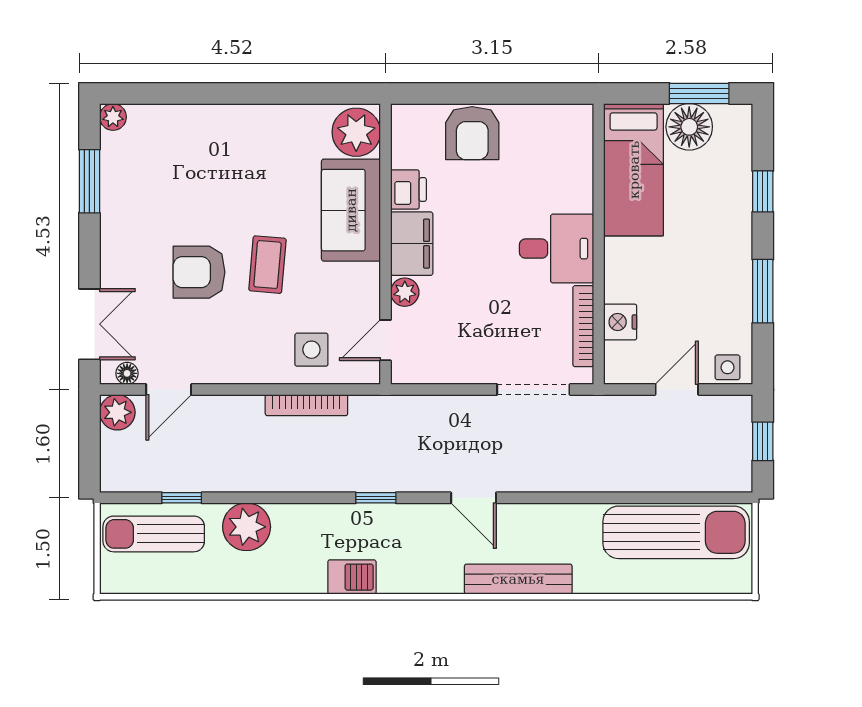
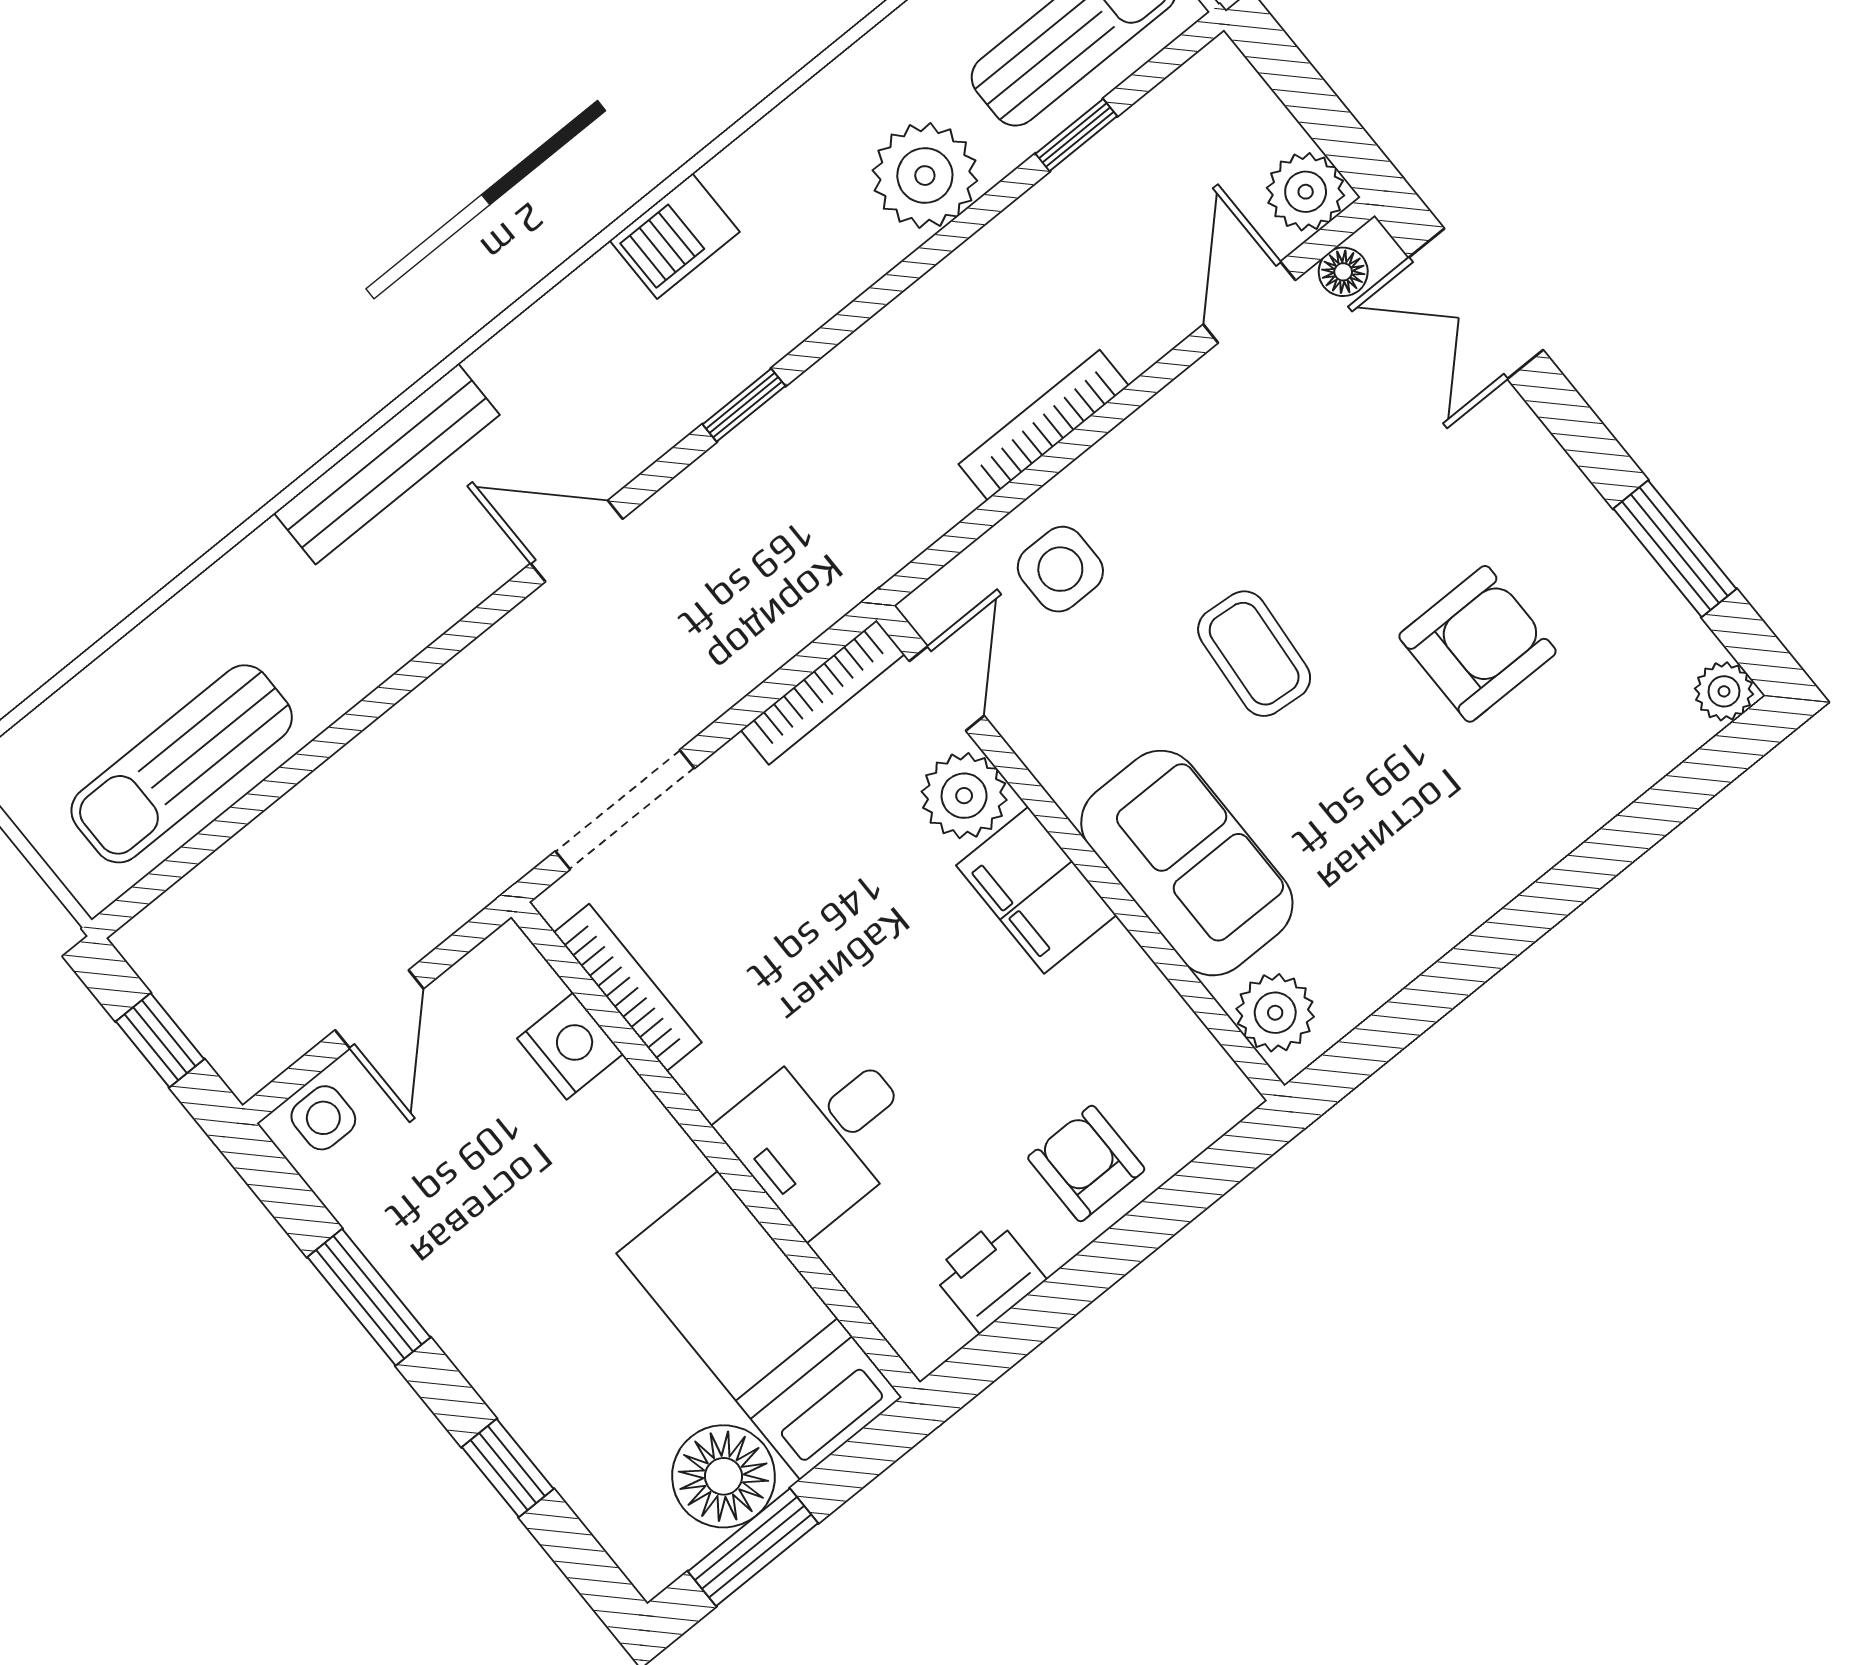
plant: (356, 132) -> (1275, 1013), width x0.73, depth x0.73
armchair: (472, 133) -> (1086, 1163), width x0.72, depth x0.72
printer: (408, 189) -> (989, 1276), moved, turned 90
desk: (557, 249) -> (822, 1133), moved
armchair: (199, 272) -> (1477, 644), moved
plant: (405, 292) -> (964, 796), width x1.38, depth x1.38
bookcase: (430, 374) -> (823, 692), added
bookcase: (306, 405) -> (1044, 425), moved
sun lounger: (676, 532) -> (182, 764), width x0.73, depth x0.75

